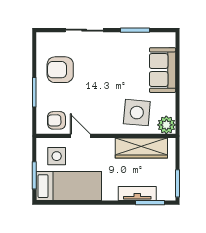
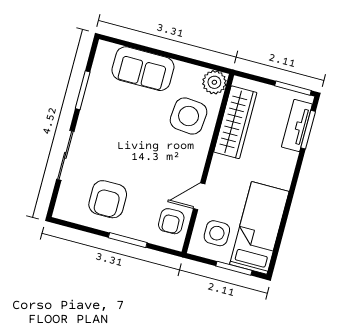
tv unit: (137, 194) -> (297, 125), moved

